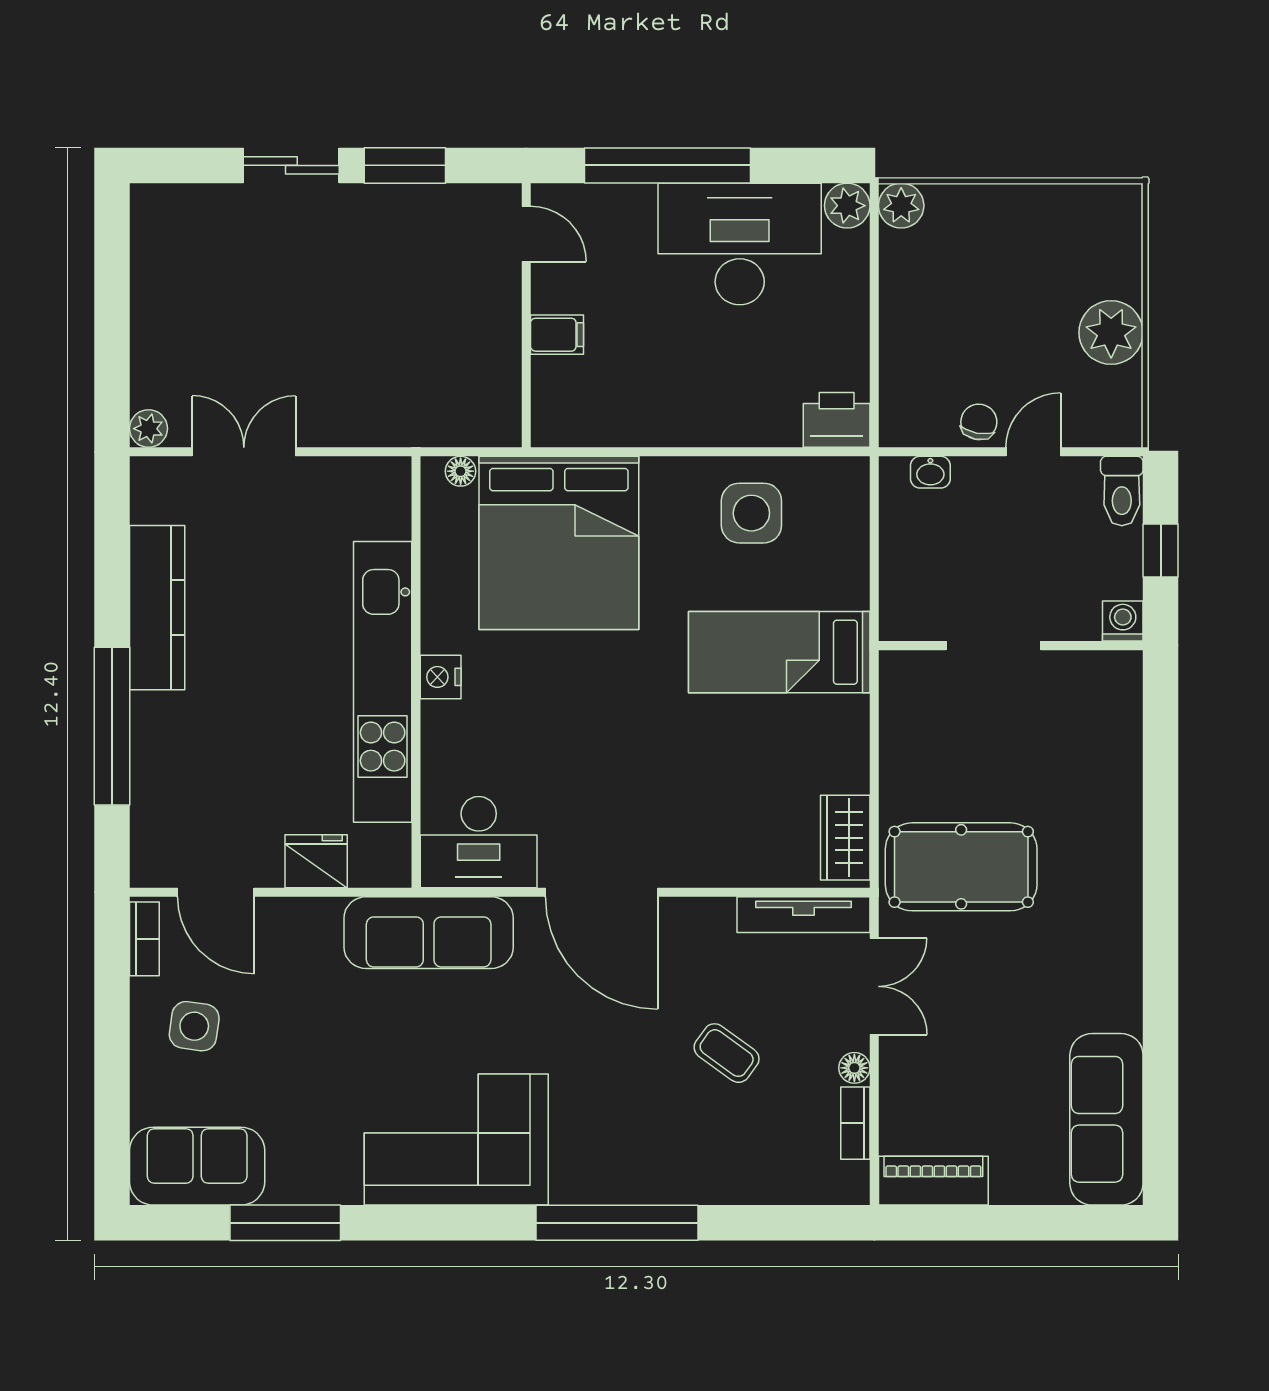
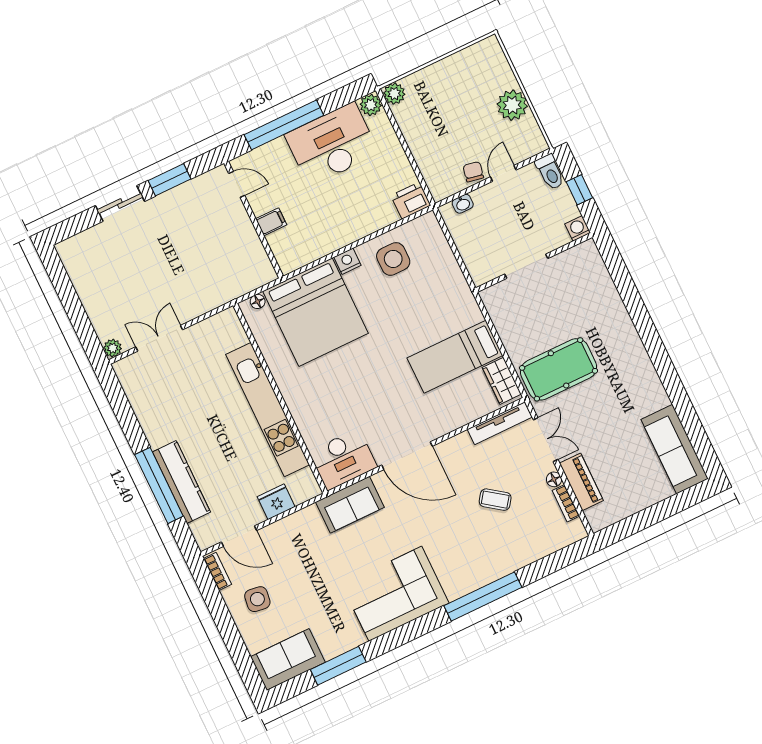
kitchen counter: (157, 608) -> (181, 482), moved
bed: (779, 652) -> (455, 357), moved
nightstand: (441, 677) -> (347, 261), moved, turned 90
sofa: (429, 933) -> (350, 505), width x0.73
piano: (933, 1181) -> (581, 482), moved, turned 90

